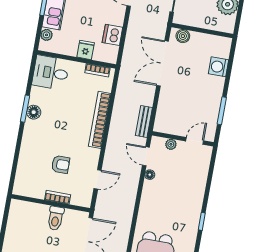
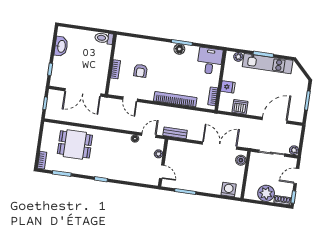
washing machine: (218, 67) -> (229, 189), moved
toilet: (56, 218) -> (104, 38), moved

